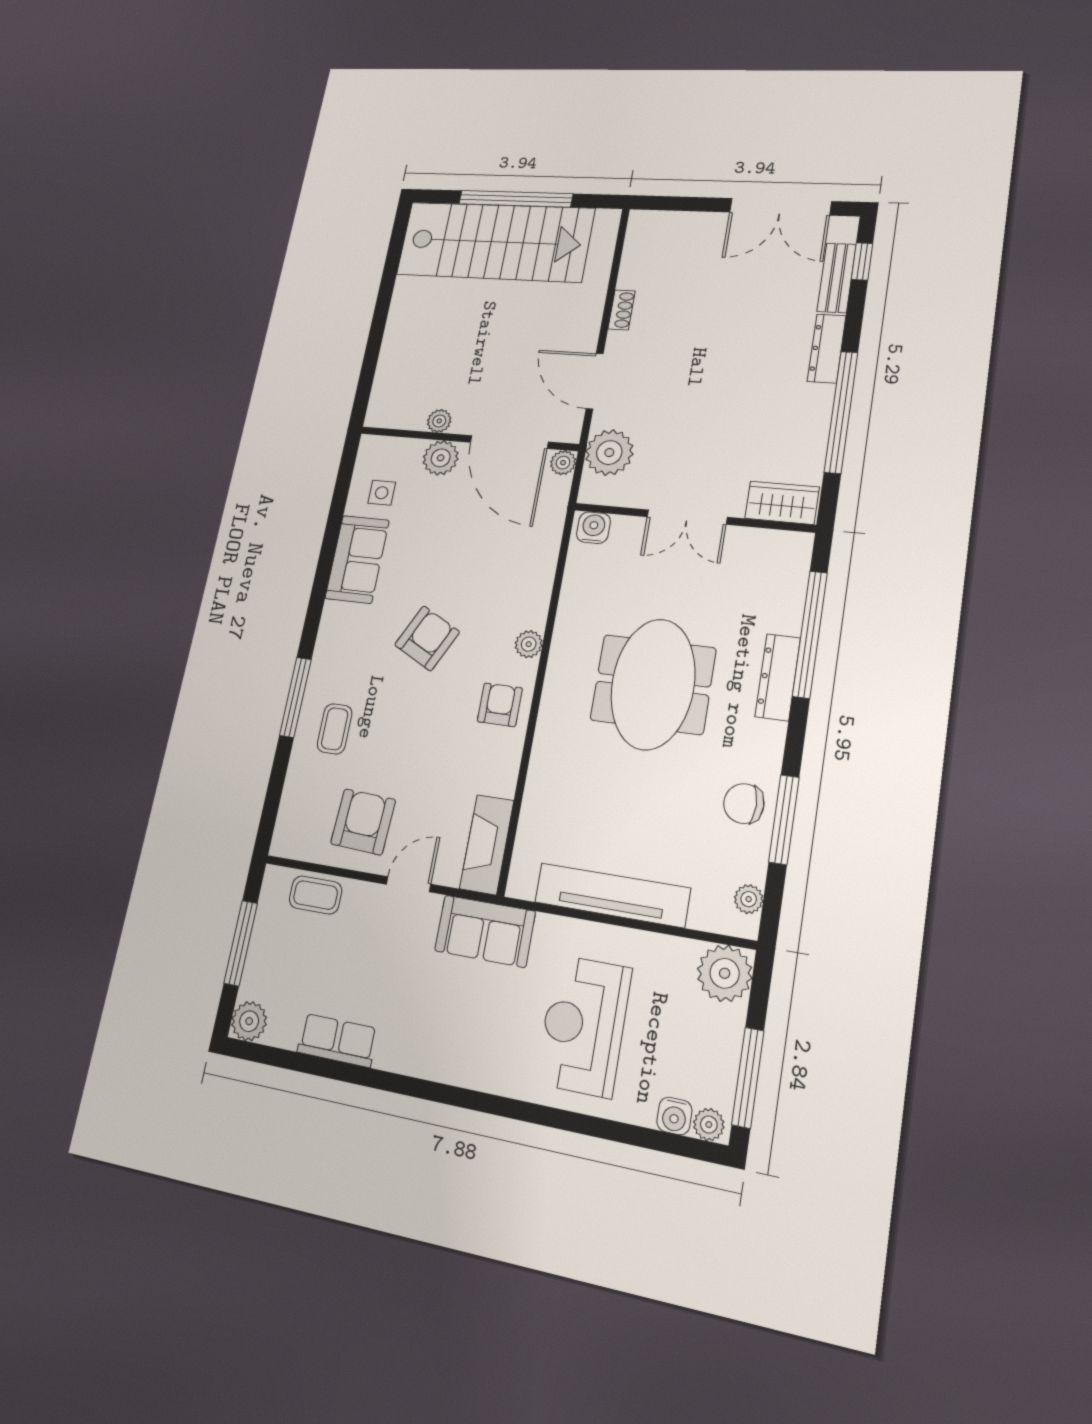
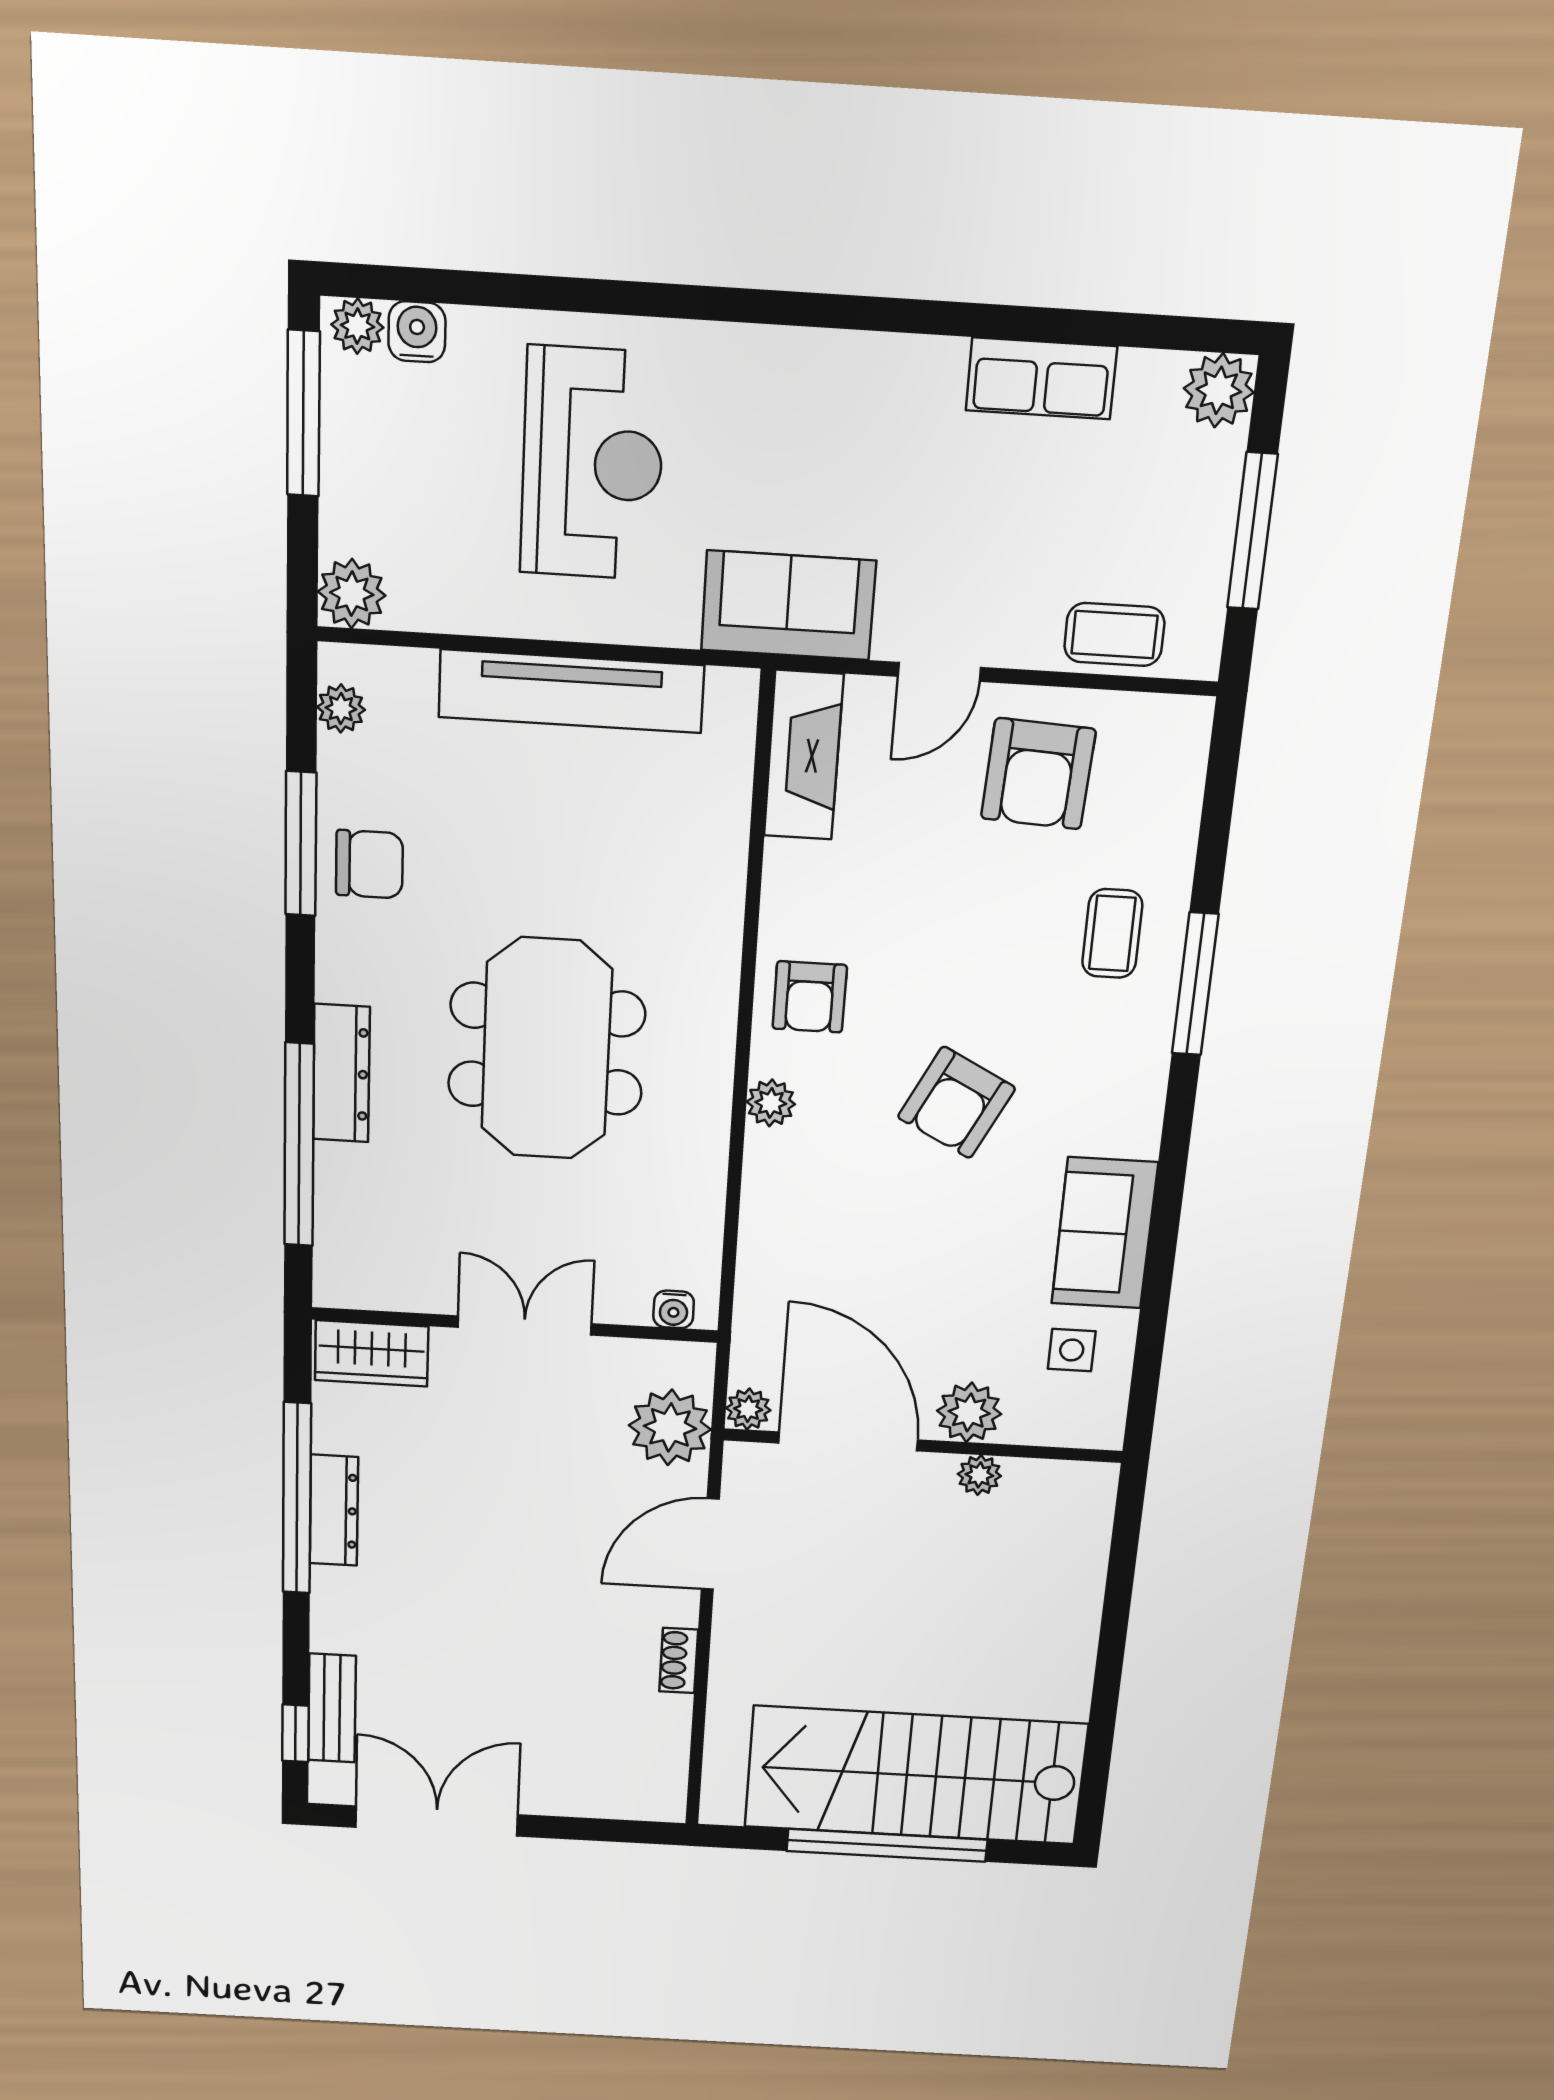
dresser: (827, 348) -> (334, 1510), moved
door: (595, 381) -> (710, 1544), swing flipped
water cooler: (593, 528) -> (674, 1309), width x0.72, depth x0.72
plant: (725, 973) -> (352, 594), width x0.73, depth x0.73

